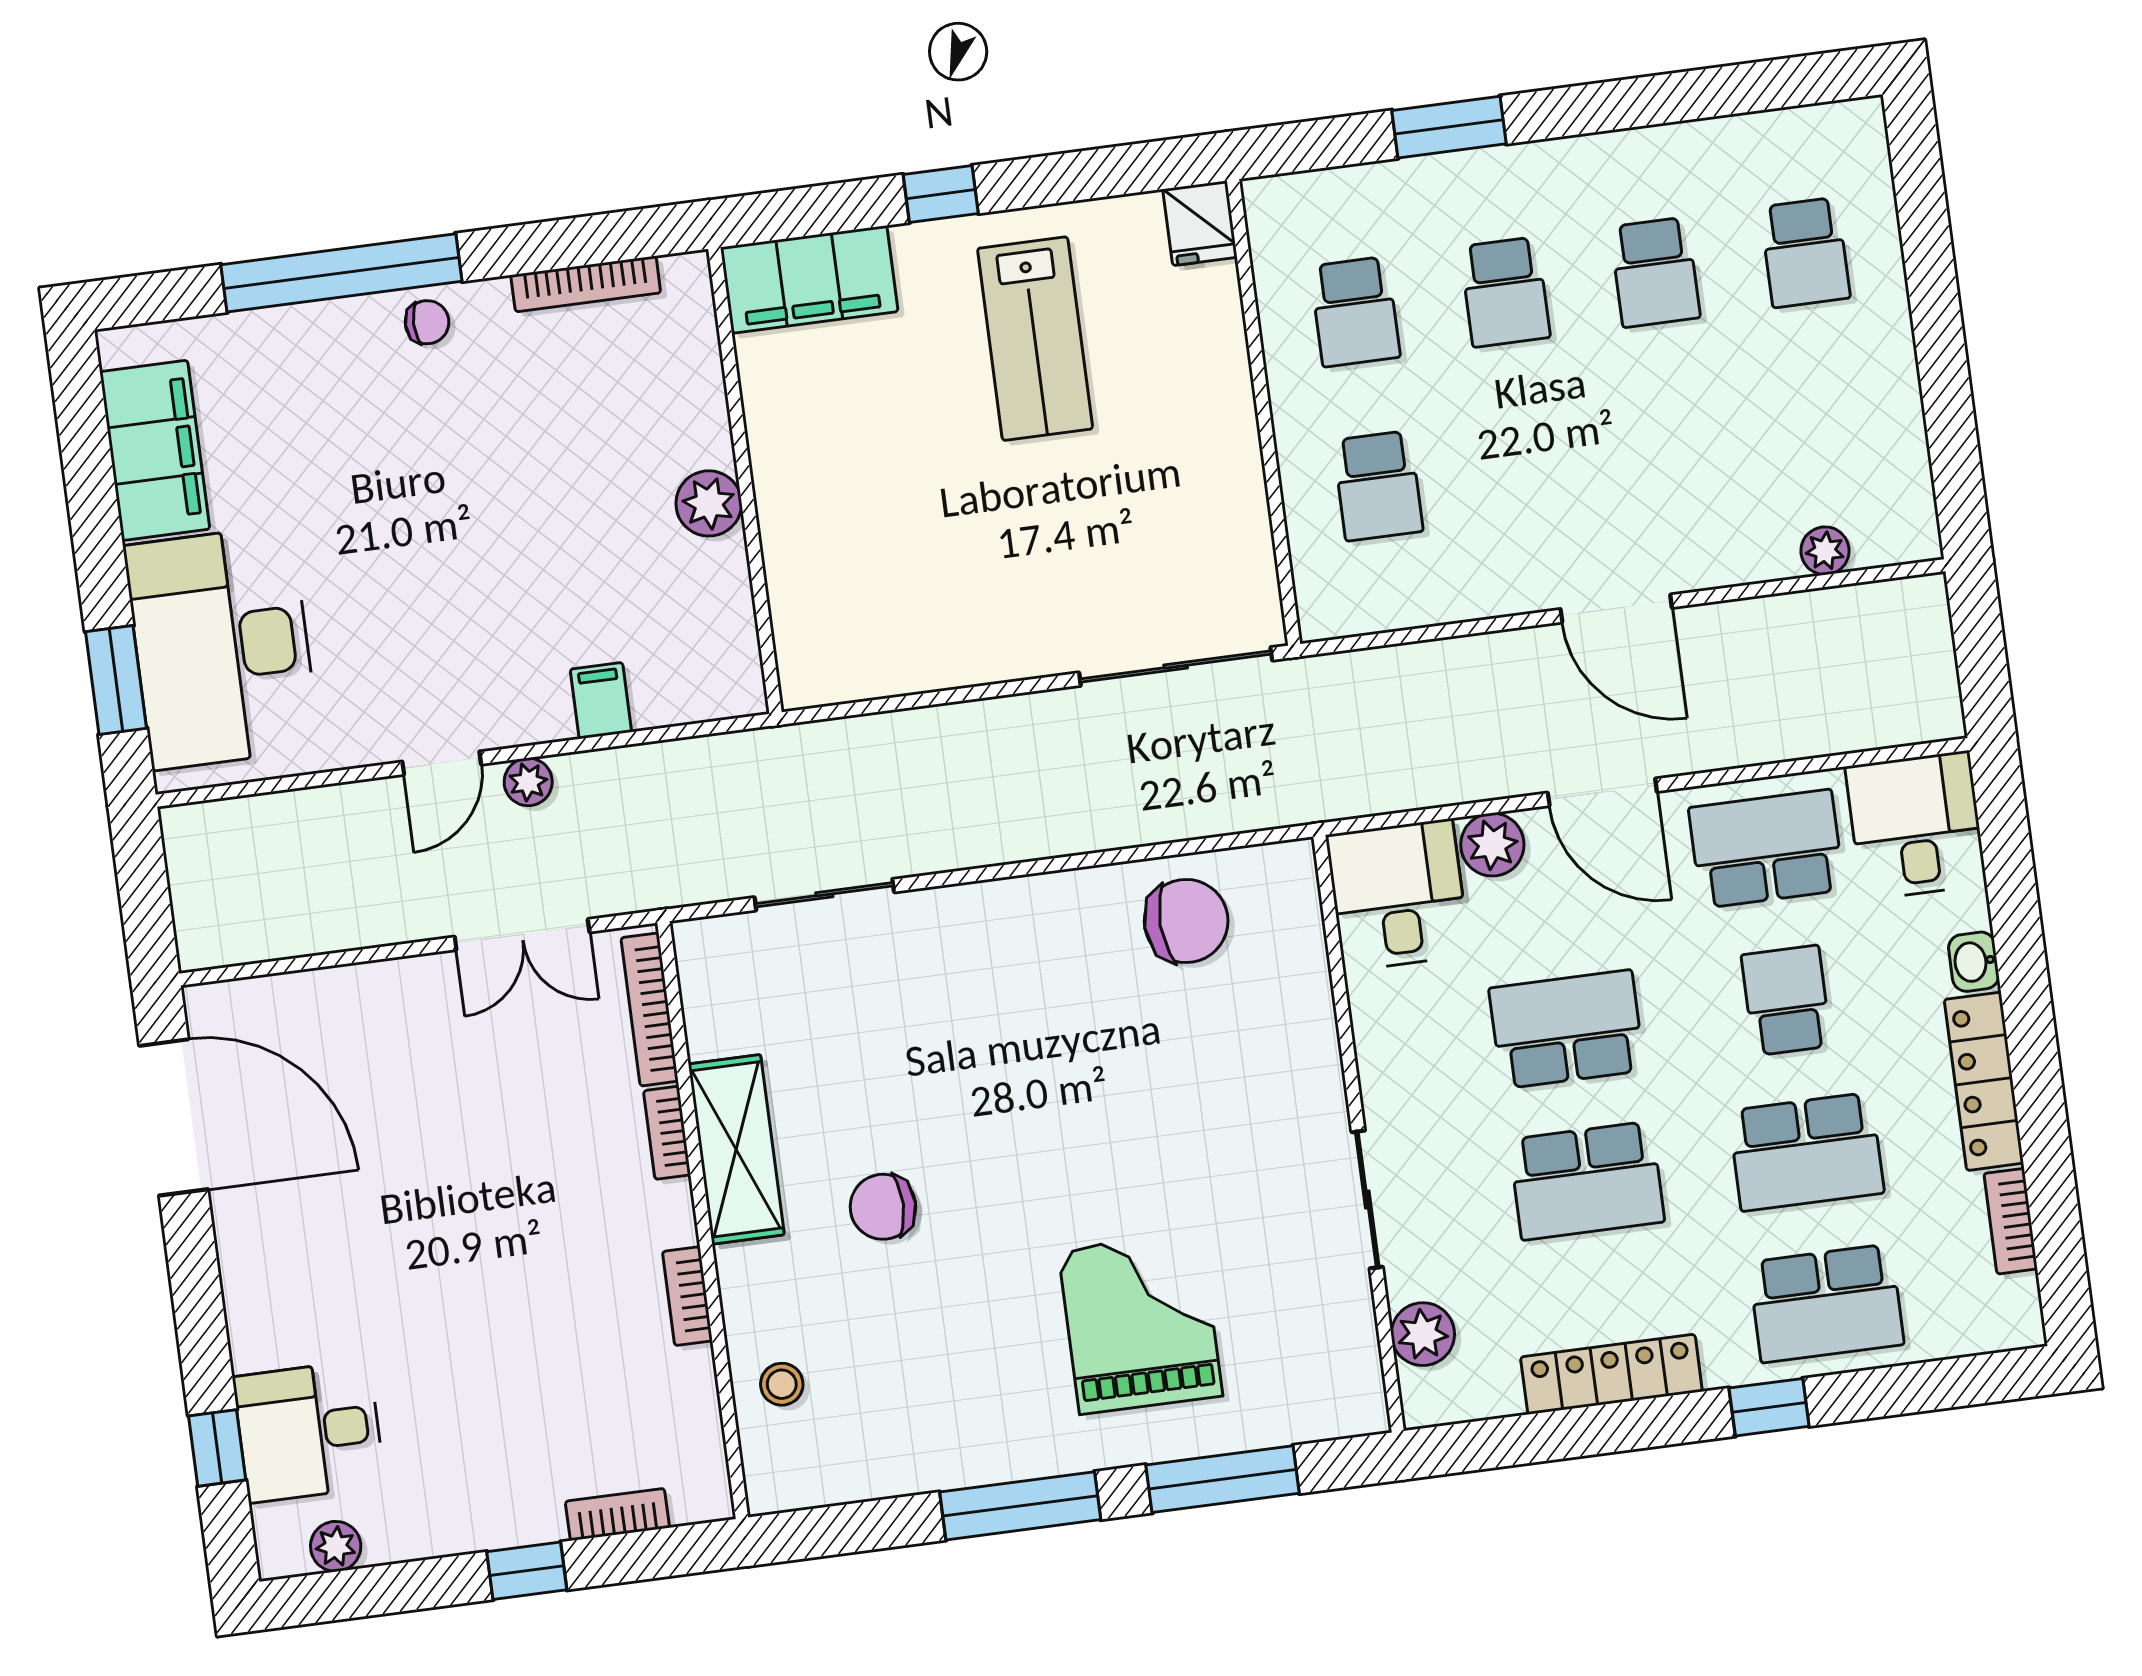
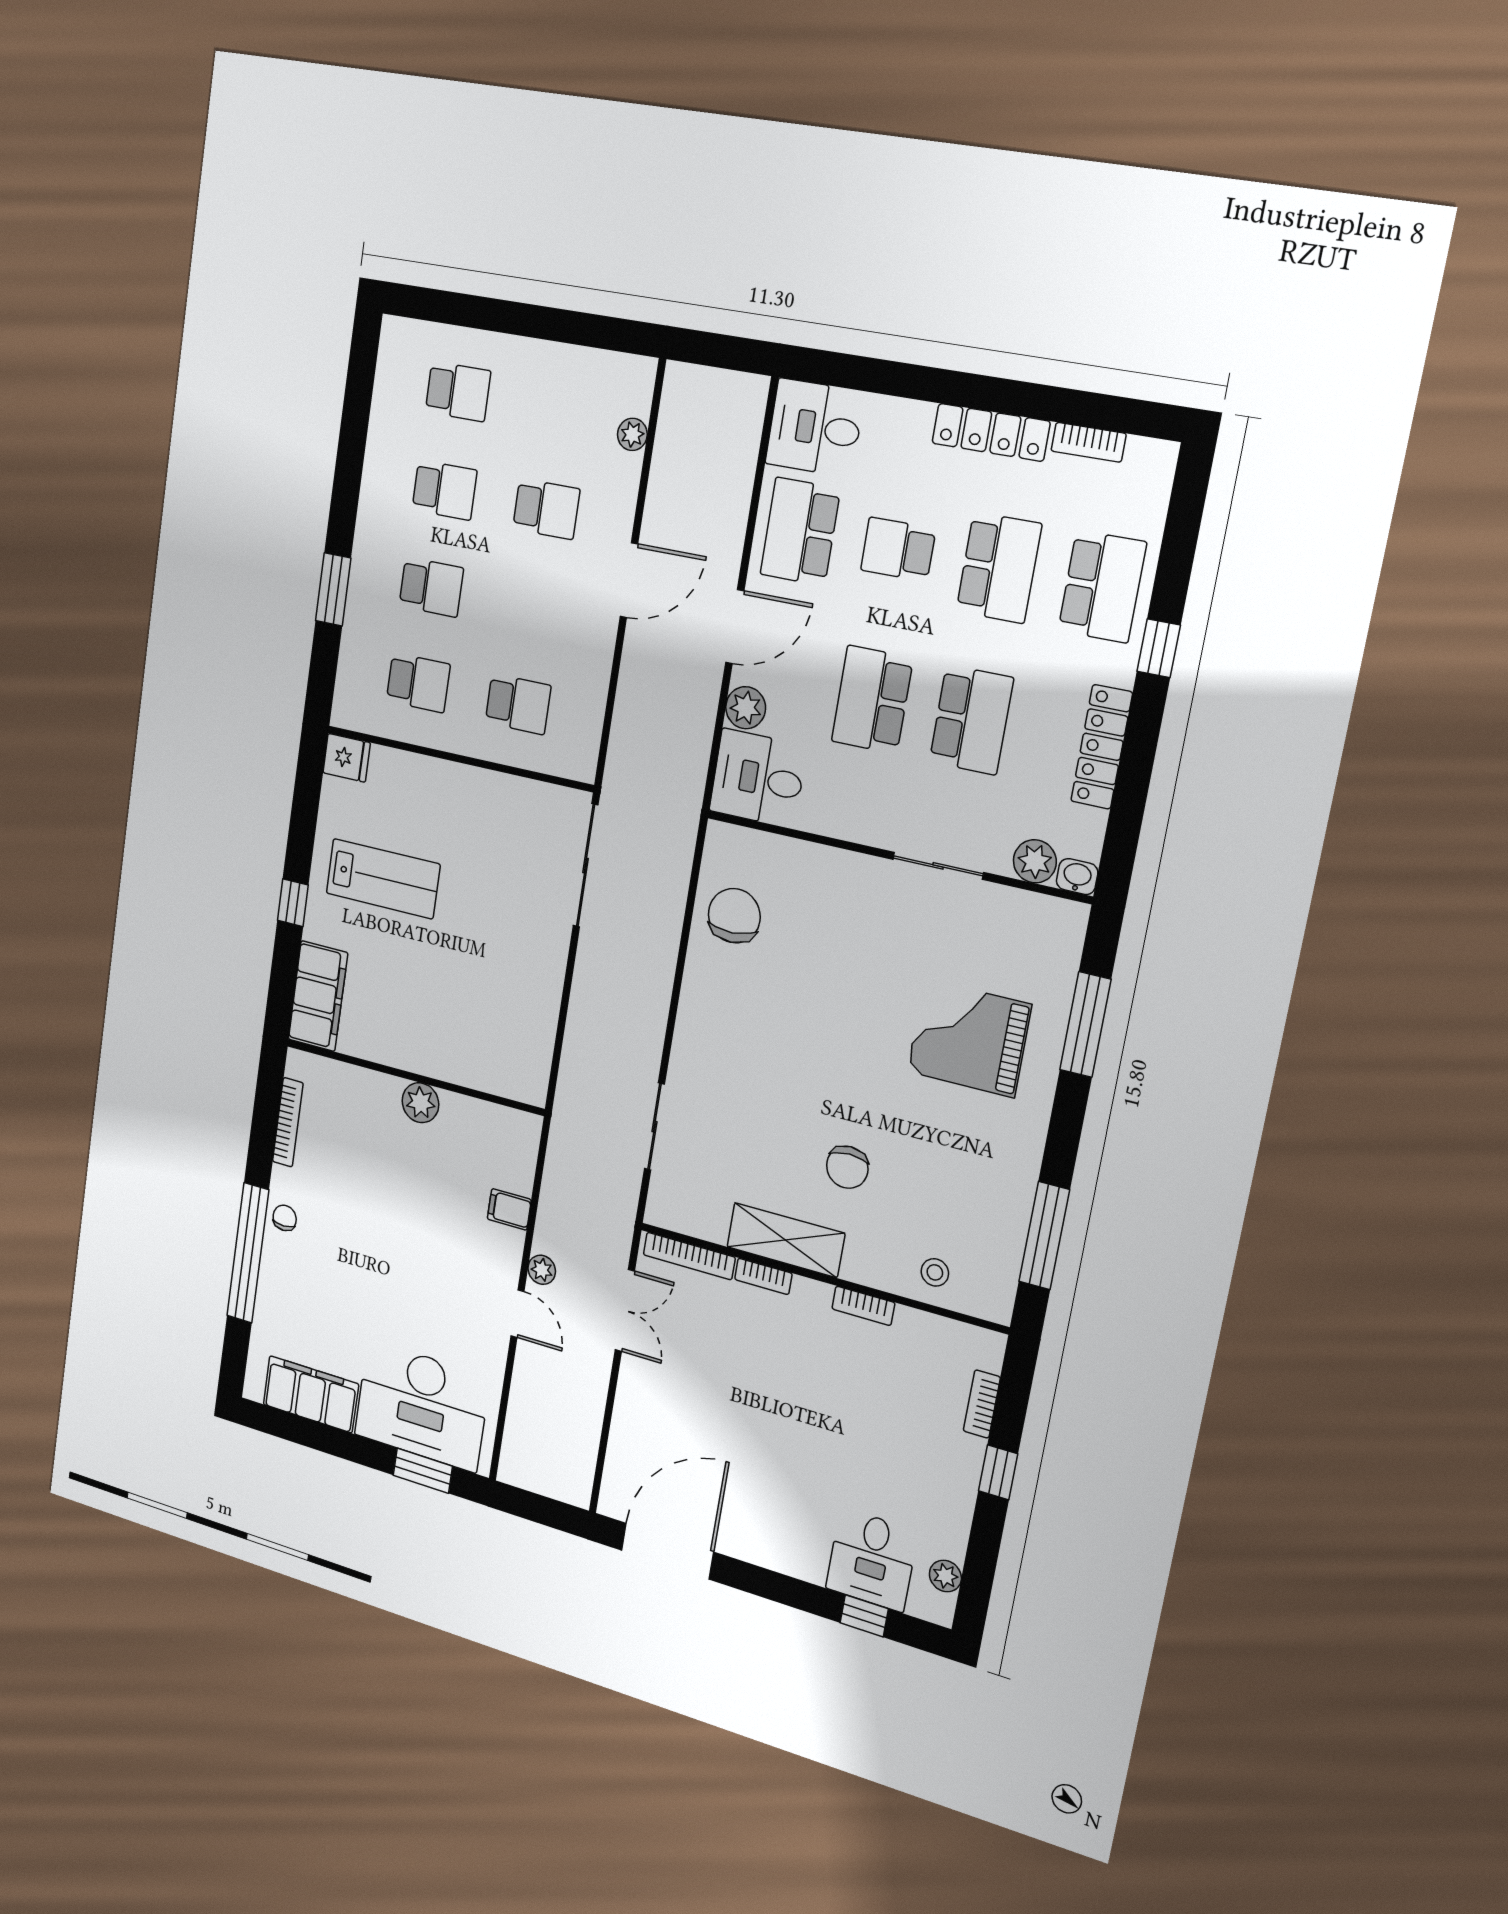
school desk: (1678, 446) -> (546, 509), added
washbasin: (1974, 962) -> (1077, 877), moved, turned 180
window: (1020, 1506) -> (1044, 1236), moved

